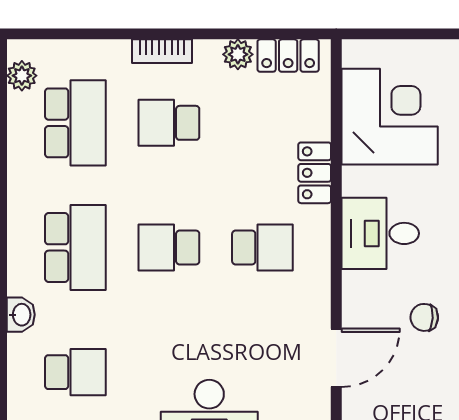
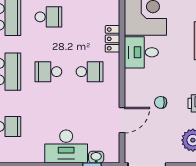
school desk: (169, 123) -> (48, 17), turned 180
desk: (380, 233) -> (141, 52), moved

